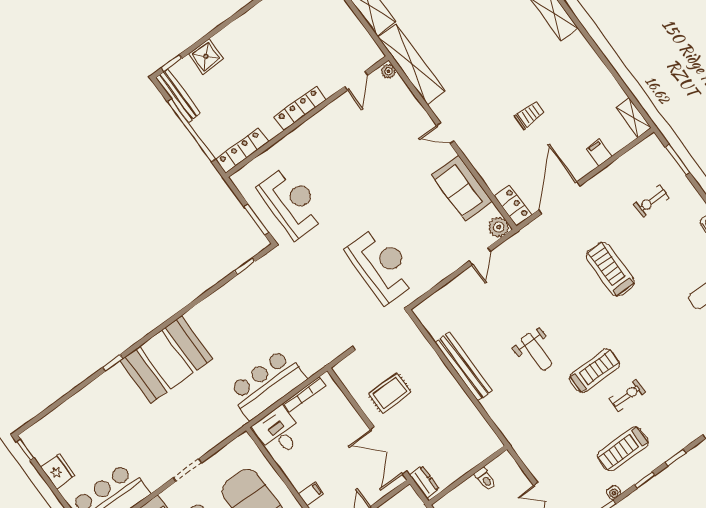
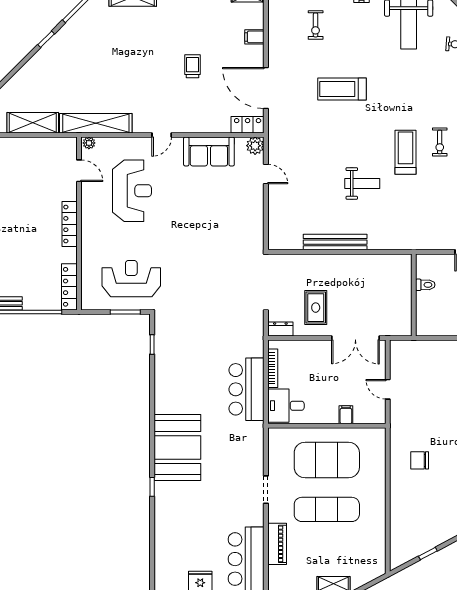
reception desk: (381, 265) -> (132, 191), moved, turned 90
exercise bike: (627, 395) -> (440, 142), turned 180
dresser: (424, 482) -> (280, 329), moved

